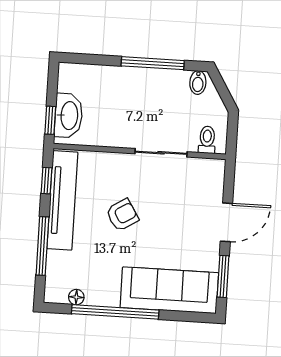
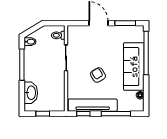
washbasin: (69, 116) -> (31, 93), moved, turned 90
window: (50, 120) -> (43, 114), moved
sofa: (169, 290) -> (134, 67), moved
window: (115, 312) -> (146, 53), moved

